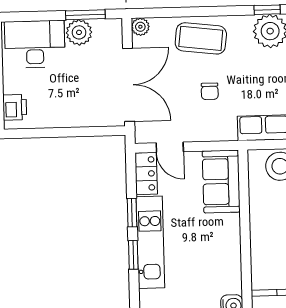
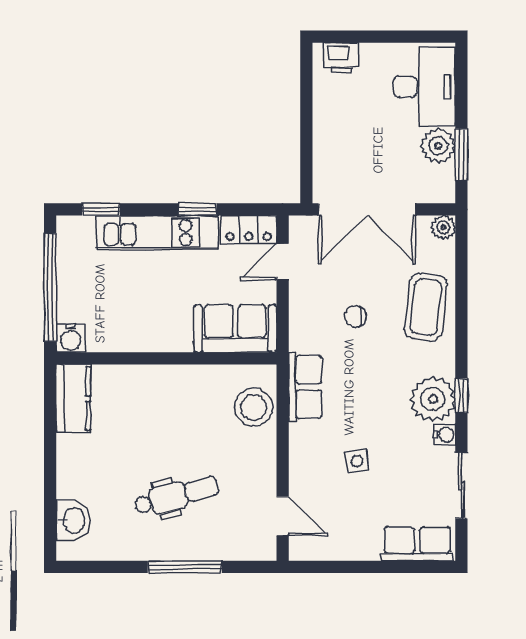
window: (133, 255) -> (101, 209), moved

